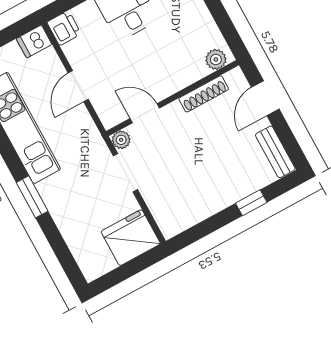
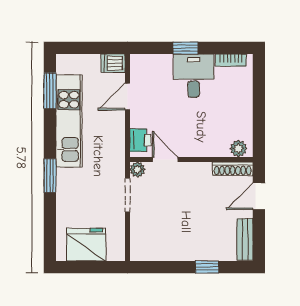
printer: (64, 28) -> (140, 140), moved
door: (78, 86) -> (127, 97), moved
shoe rack: (204, 94) -> (233, 169), moved
fridge: (131, 238) -> (86, 245), moved

